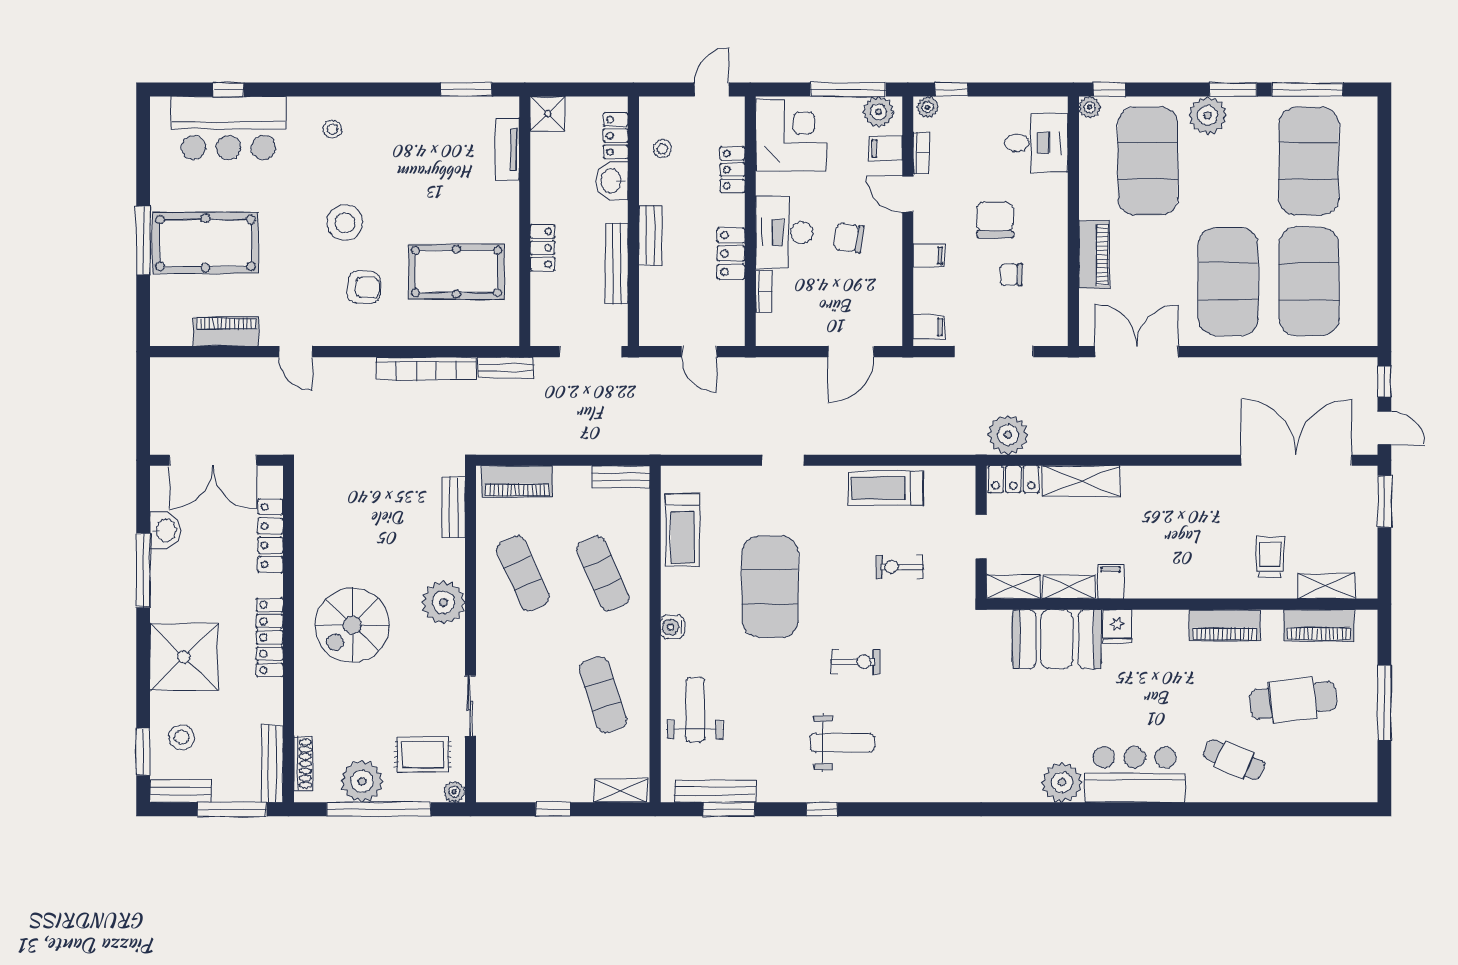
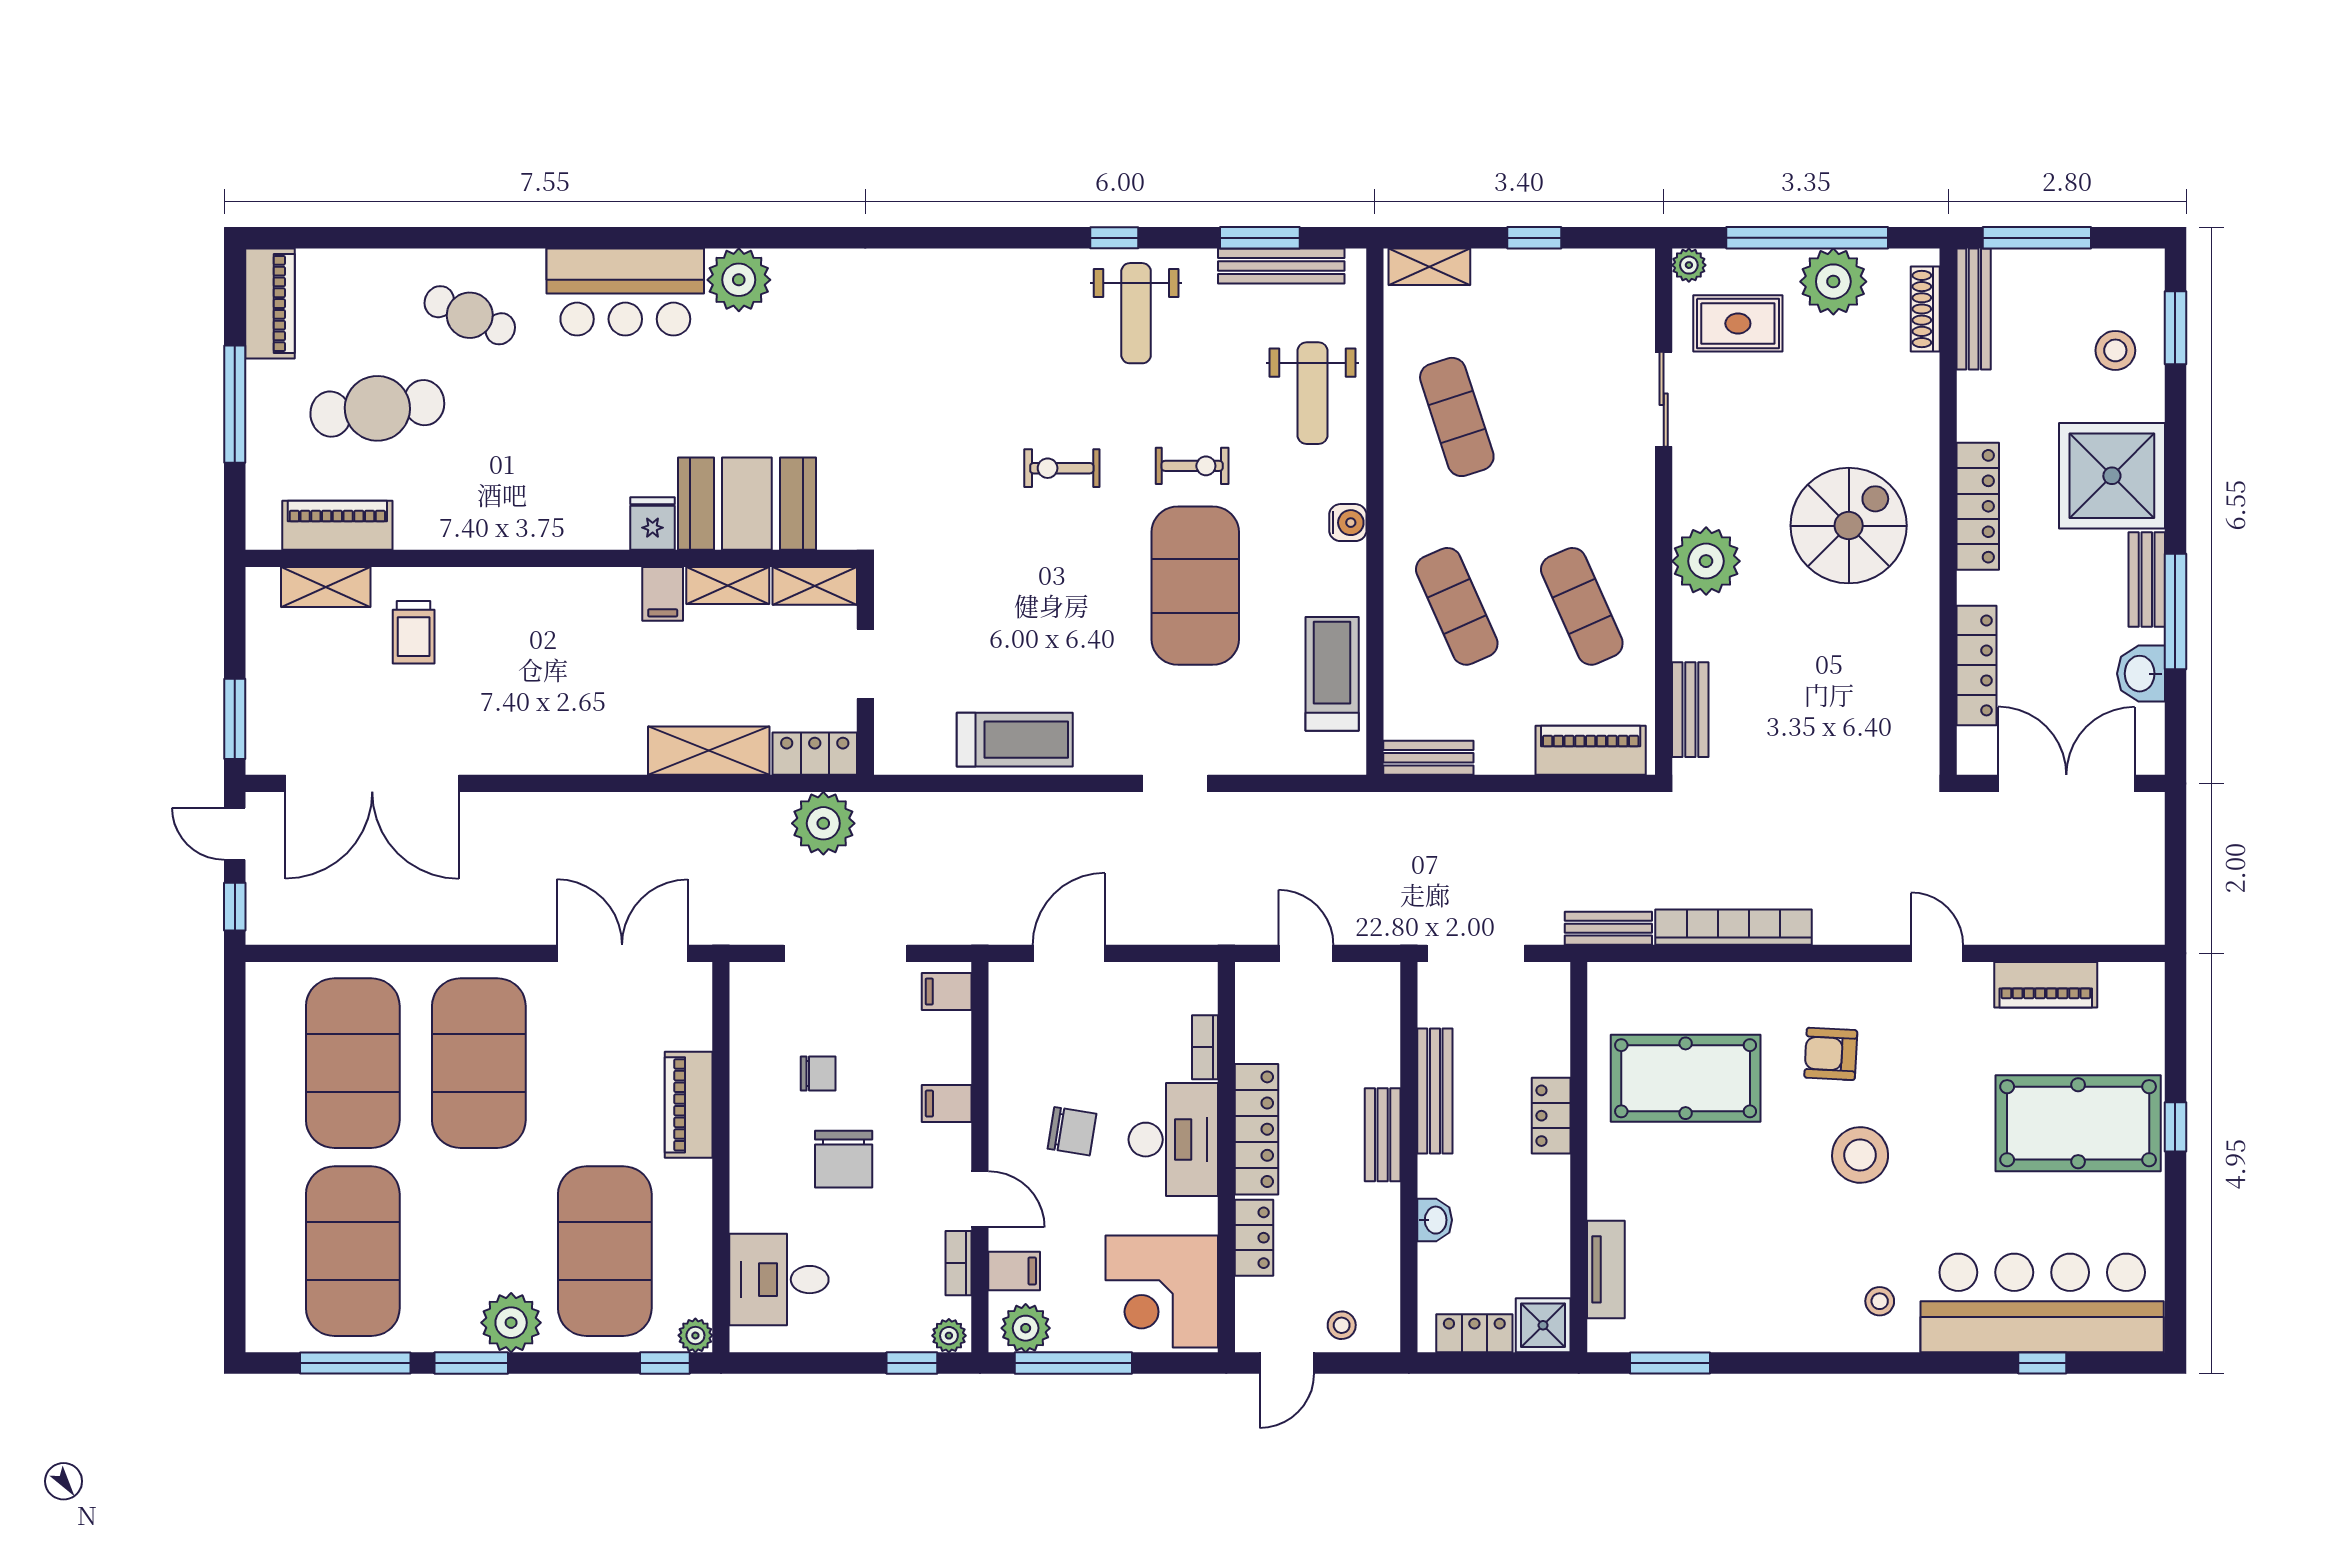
bar counter: (228, 128) -> (2042, 1303), width x1.36
locker: (616, 136) -> (1474, 1333), moved, turned -90
stool: (662, 149) -> (1342, 1325), moved
washbasin: (612, 181) -> (1435, 1220), width x0.72, depth x0.69
window: (143, 241) -> (2175, 1127), width x0.46
locker: (731, 253) -> (1256, 1129), width x1.53
double door: (1137, 352) -> (622, 953), swing flipped
exercise bike: (900, 567) -> (1192, 466), moved
piano: (1225, 625) -> (270, 304), moved, turned 90
weight bench: (842, 743) -> (1136, 313), moved, turned -90
bench: (180, 791) -> (2147, 579), moved, turned 90

